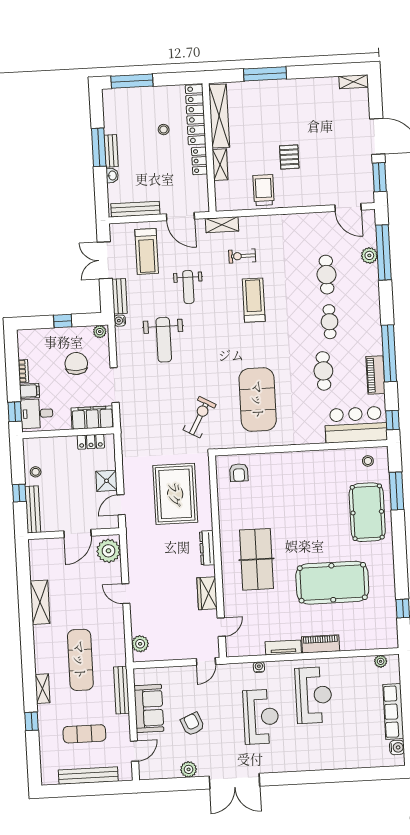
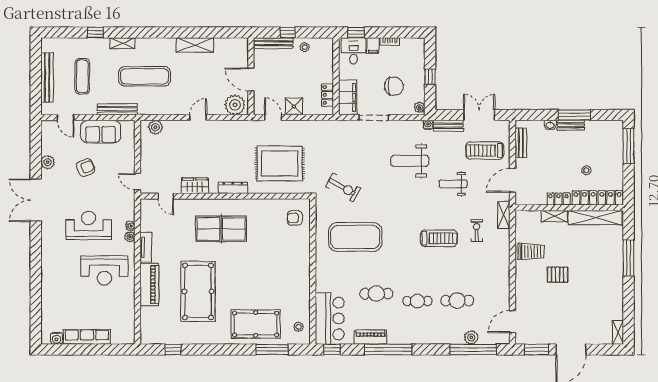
bench: (135, 209) -> (521, 143), width x0.73
piano: (321, 644) -> (149, 285), width x1.37, depth x1.33
plant: (381, 661) -> (130, 237), moved
reception desk: (261, 717) -> (89, 225), turned 180

